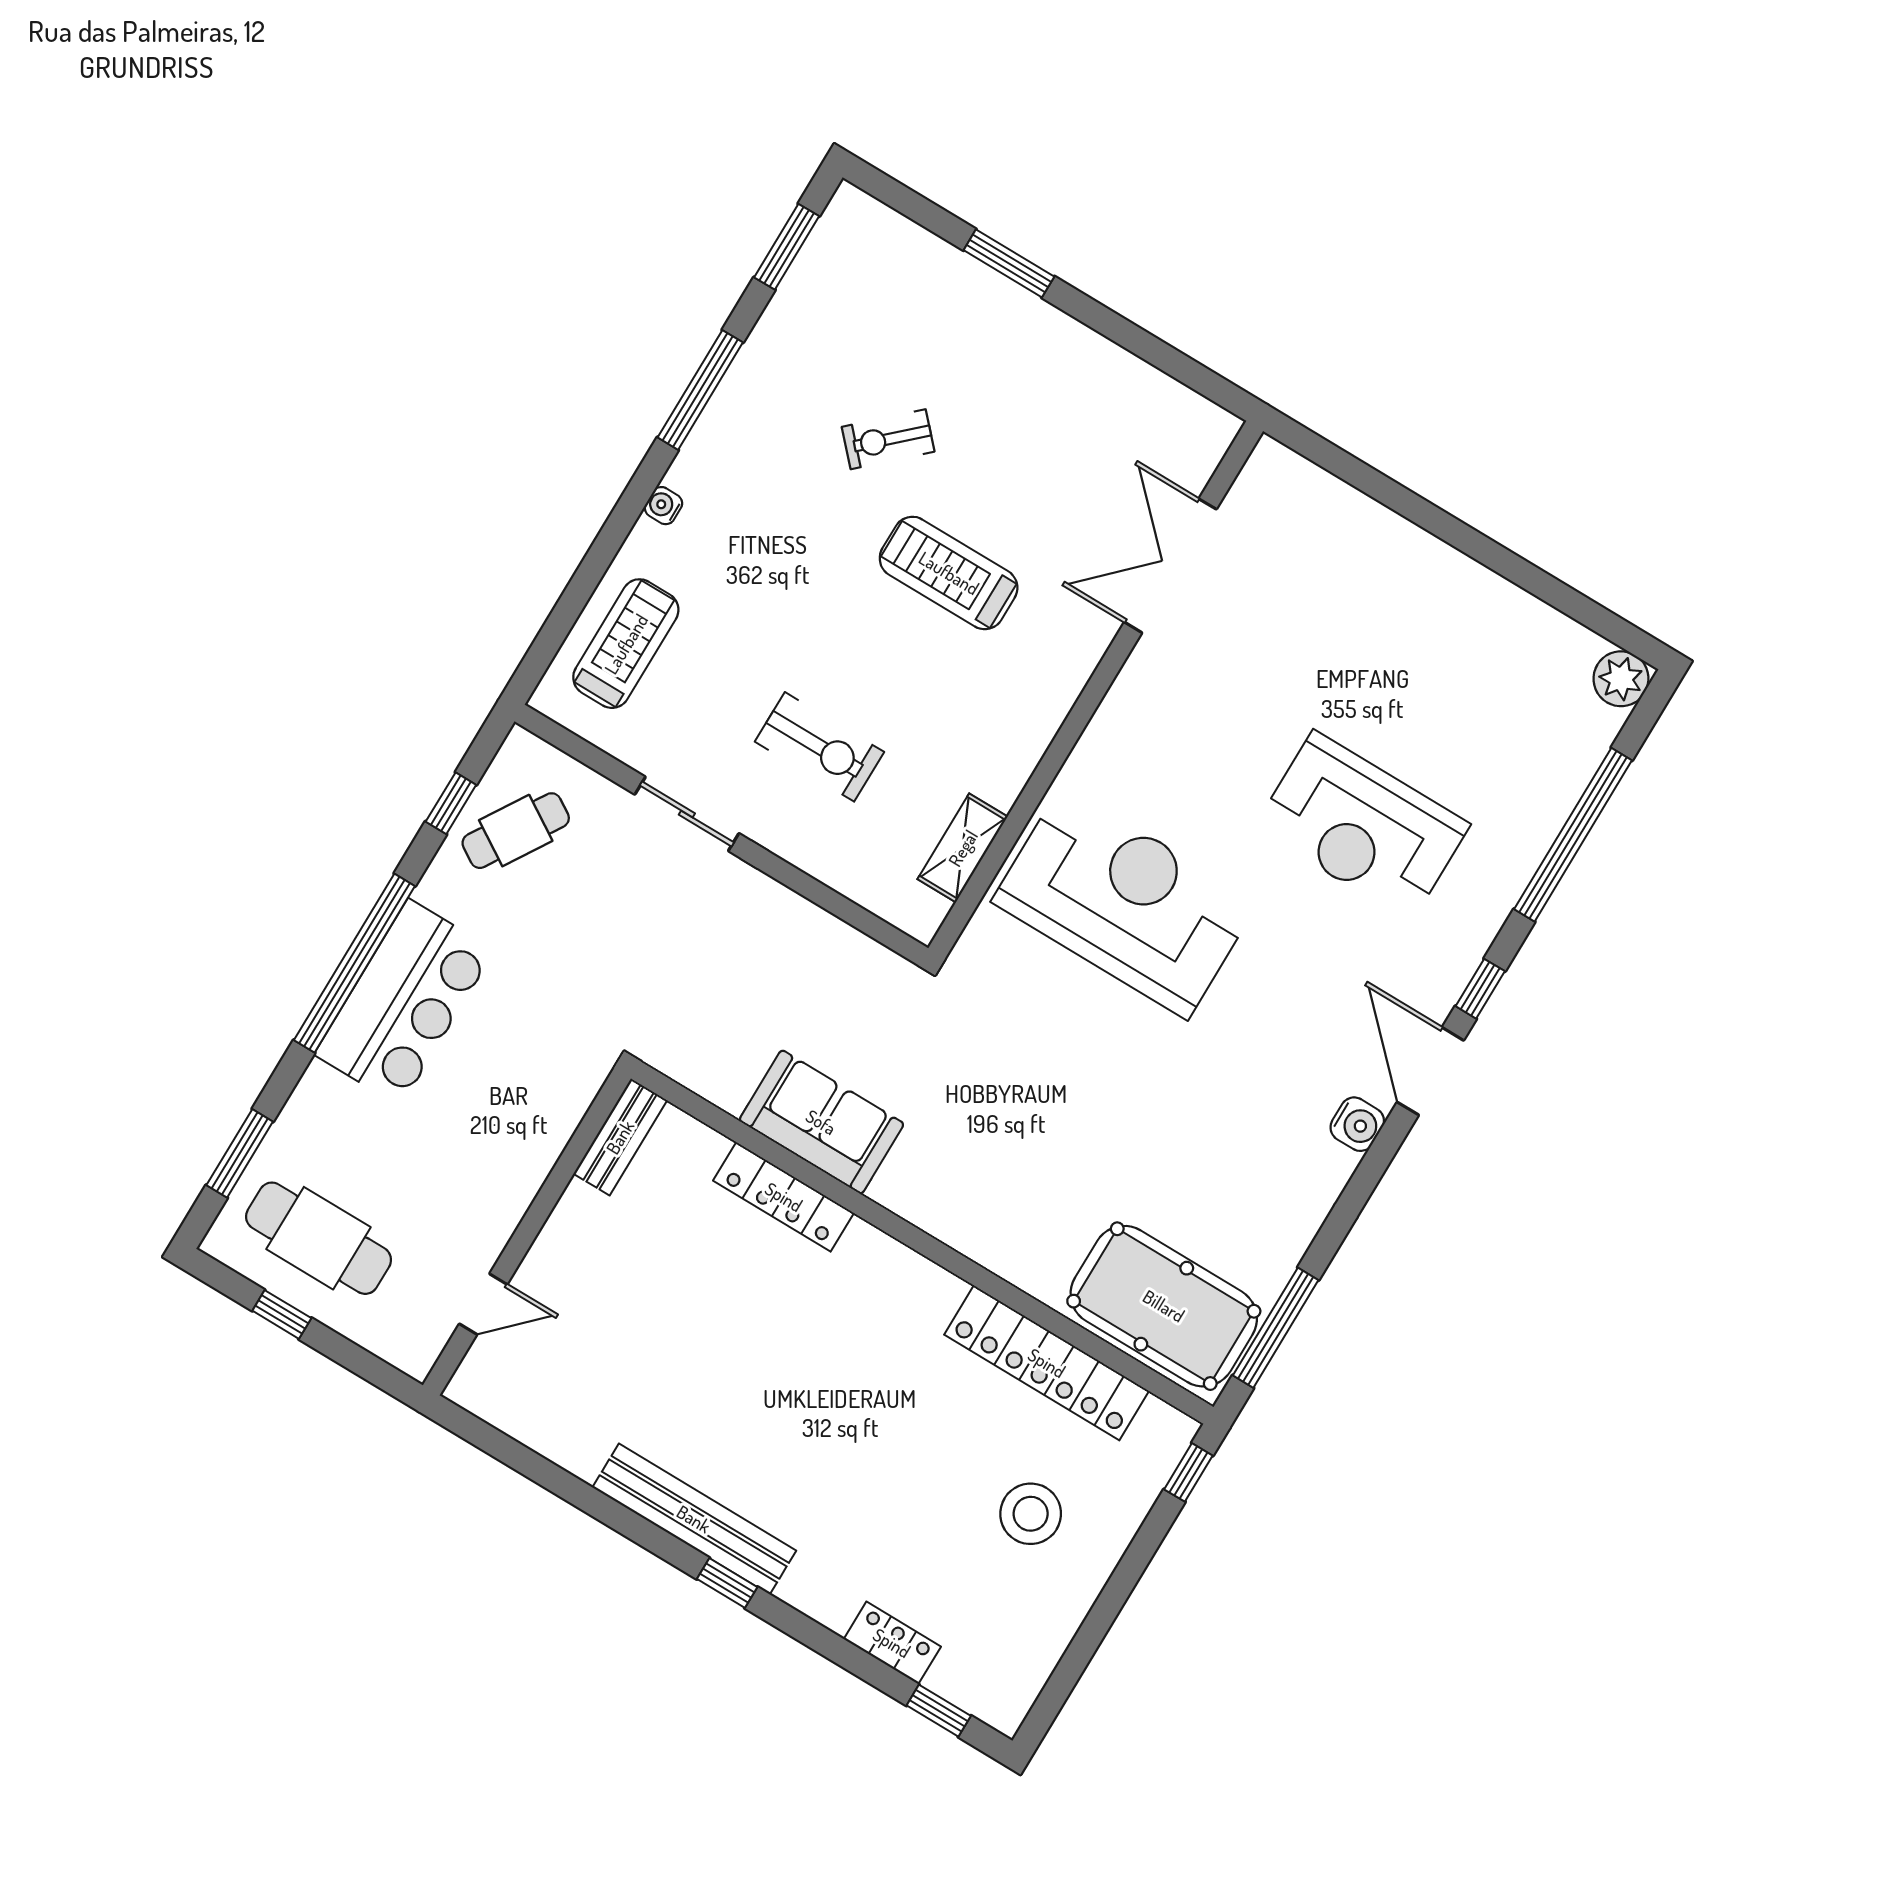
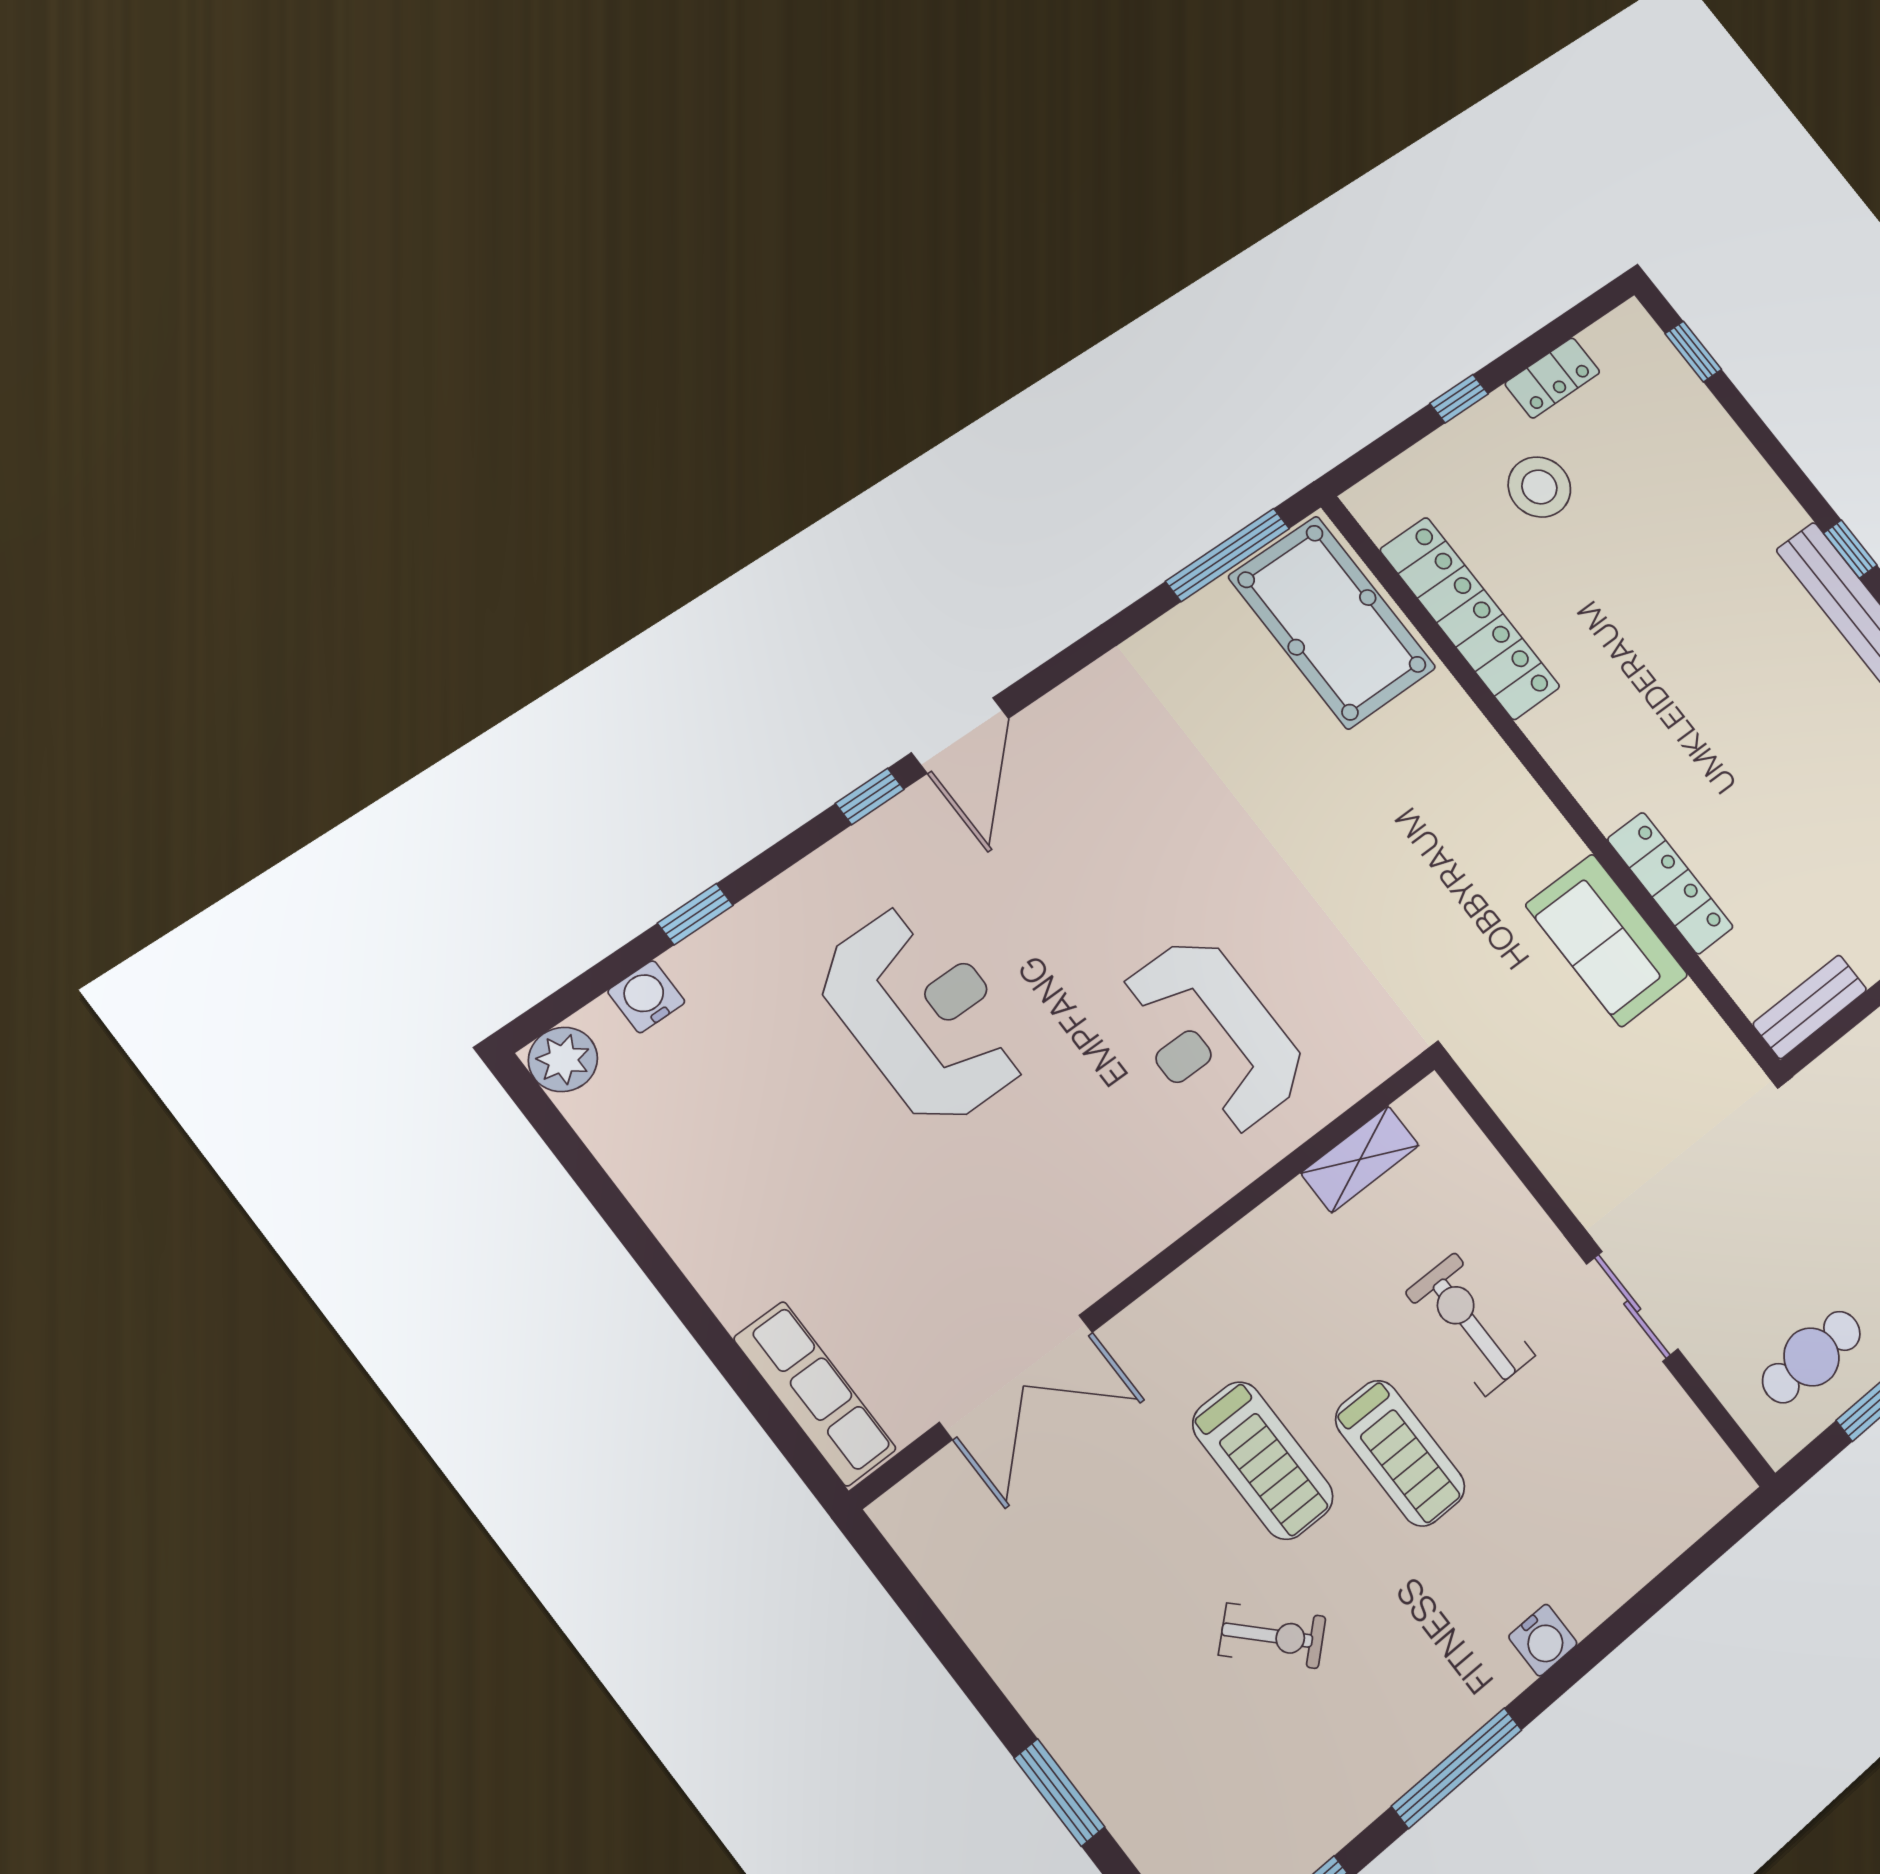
row of seats: (1320, 495) -> (815, 1394), added
water cooler: (663, 506) -> (1543, 1640), width x1.38, depth x1.38
treadmill: (626, 644) -> (1400, 1453), moved, turned -90
cafe table: (516, 831) -> (1811, 1357), turned -32
window: (1573, 835) -> (695, 914), width x0.32
reception desk: (1125, 902) -> (1212, 1036), width x0.74, depth x0.77
water cooler: (1357, 1124) -> (646, 997), moved
window: (1188, 1472) -> (1459, 399), moved
locker: (892, 1643) -> (1552, 378), moved, turned -90

